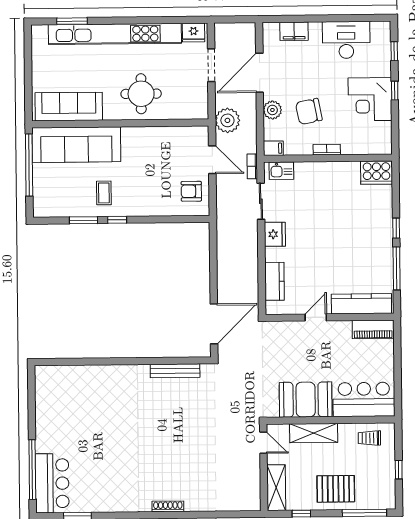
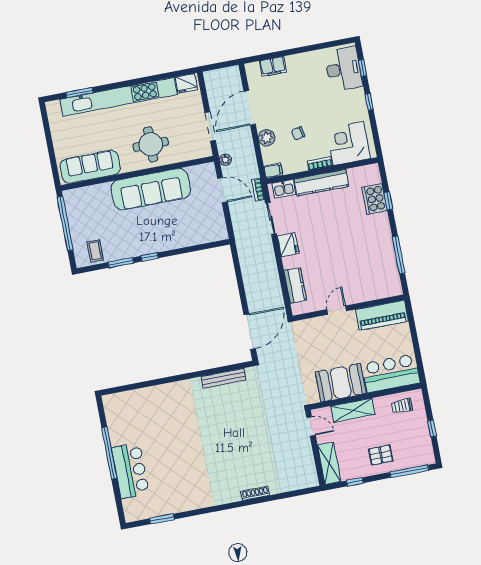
desk: (346, 40) -> (343, 69), moved, turned 90
doorway: (211, 65) -> (210, 126), moved
corner desk: (370, 99) -> (348, 144), moved, turned 90
chair: (309, 111) -> (298, 133), width x0.54, depth x0.54
plant: (227, 120) -> (225, 160), width x0.53, depth x0.53
sofa: (76, 145) -> (151, 189), moved
cooker: (376, 173) -> (374, 199), moved, turned 90
armchair: (191, 191) -> (209, 221), removed
coffee table: (104, 193) -> (95, 251), moved
window: (396, 228) -> (388, 201), moved
kitchen counter: (361, 304) -> (321, 183), moved, turned 180
piano: (373, 329) -> (382, 315), width x1.37, depth x1.33
window: (32, 470) -> (109, 453), moved
bar counter: (52, 483) -> (130, 471), moved
pallet: (336, 489) -> (381, 455), width x0.67, depth x0.71
shoe rack: (168, 506) -> (255, 493), moved

